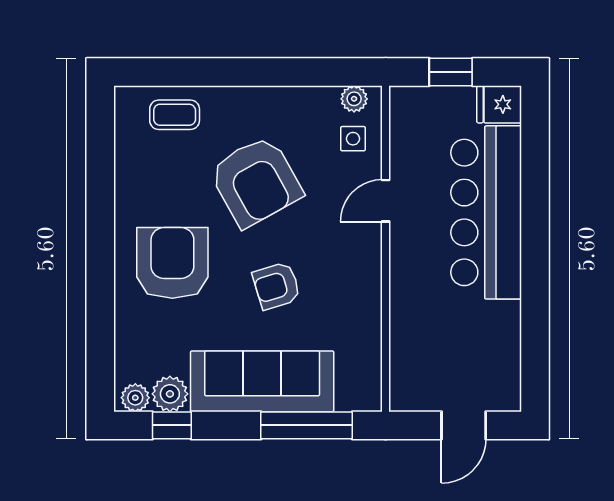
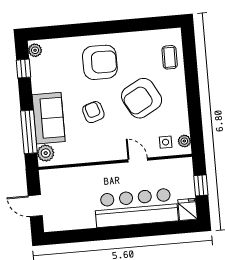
sofa: (262, 381) -> (49, 118), width x0.73
plant: (170, 394) -> (46, 153), moved

